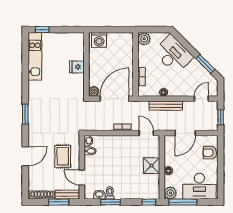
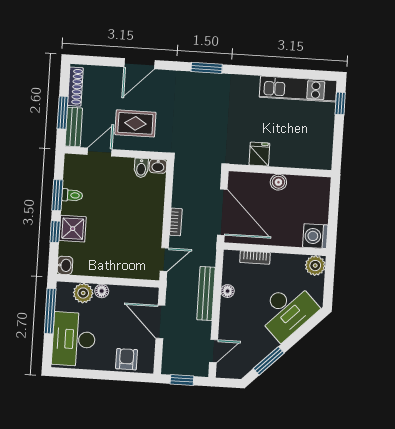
washing machine: (99, 40) -> (315, 236), moved
fridge: (77, 67) -> (259, 154), moved
boiler: (94, 91) -> (278, 182), moved
door: (201, 99) -> (214, 351), hinge flipped
door: (25, 156) -> (139, 64), hinge flipped
shower: (152, 166) -> (73, 229), moved
plant: (170, 193) -> (83, 293), moved
washbasin: (99, 195) -> (65, 265), moved
window: (149, 202) -> (55, 232), moved

